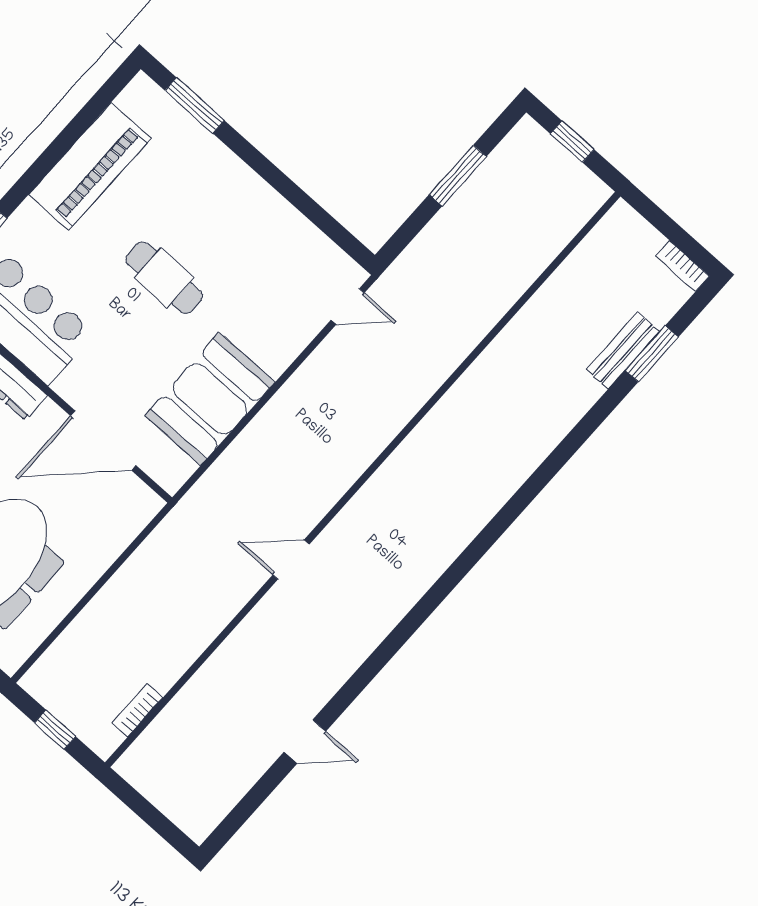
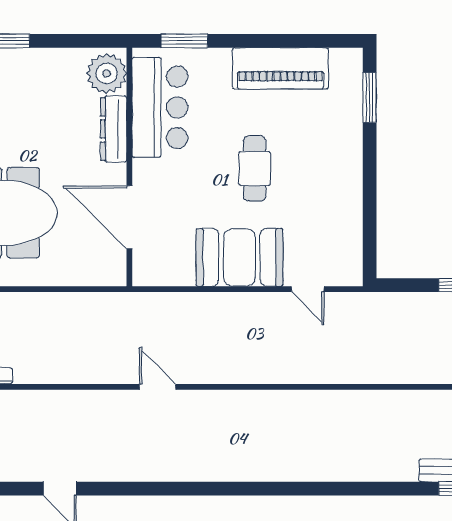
door: (348, 306) -> (308, 289), moved
booth: (210, 399) -> (239, 257), moved

